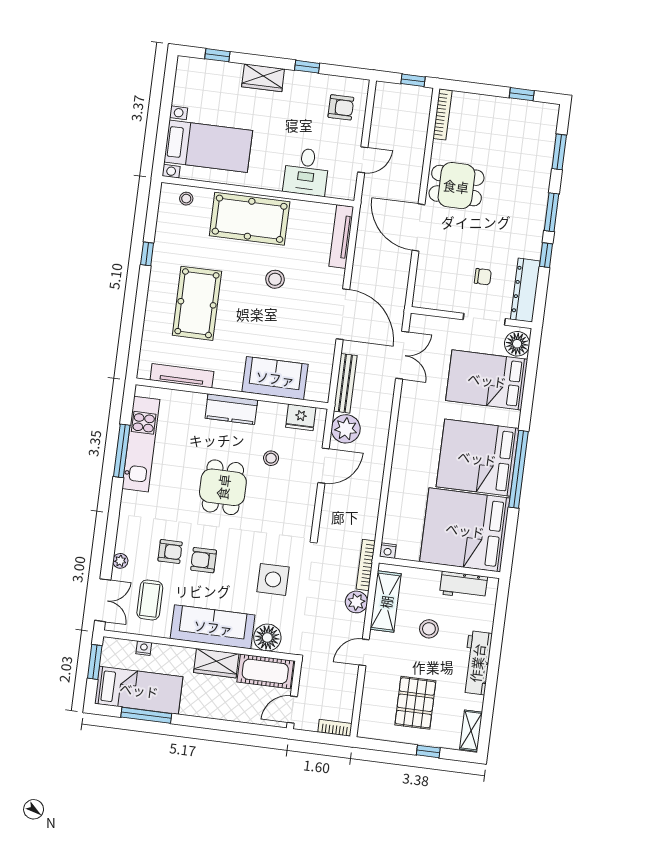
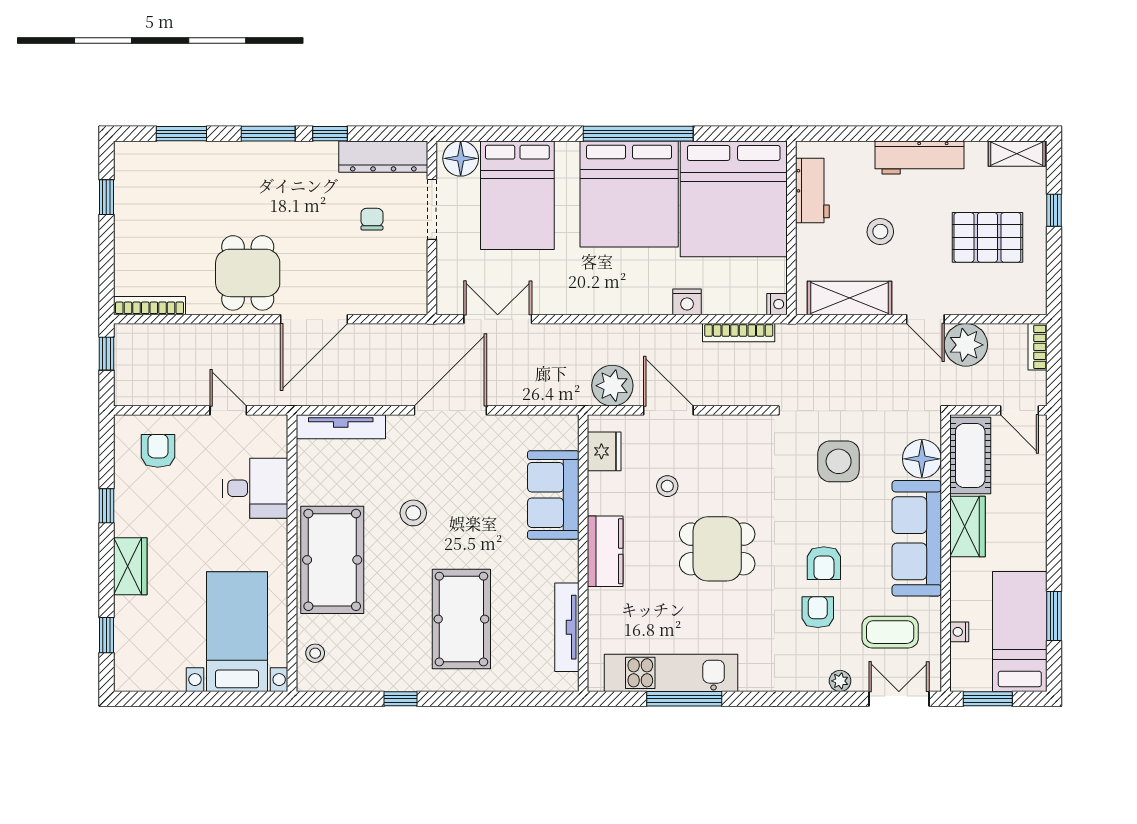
pool table: (197, 303) -> (461, 619), turned 90
bench: (345, 383) -> (548, 395), removed
nightstand: (397, 488) -> (687, 302), added
bookcase: (366, 565) -> (739, 333), moved
plant: (356, 602) -> (966, 345), moved, width x1.36, depth x1.36
window: (146, 715) -> (1054, 616), width x0.69

